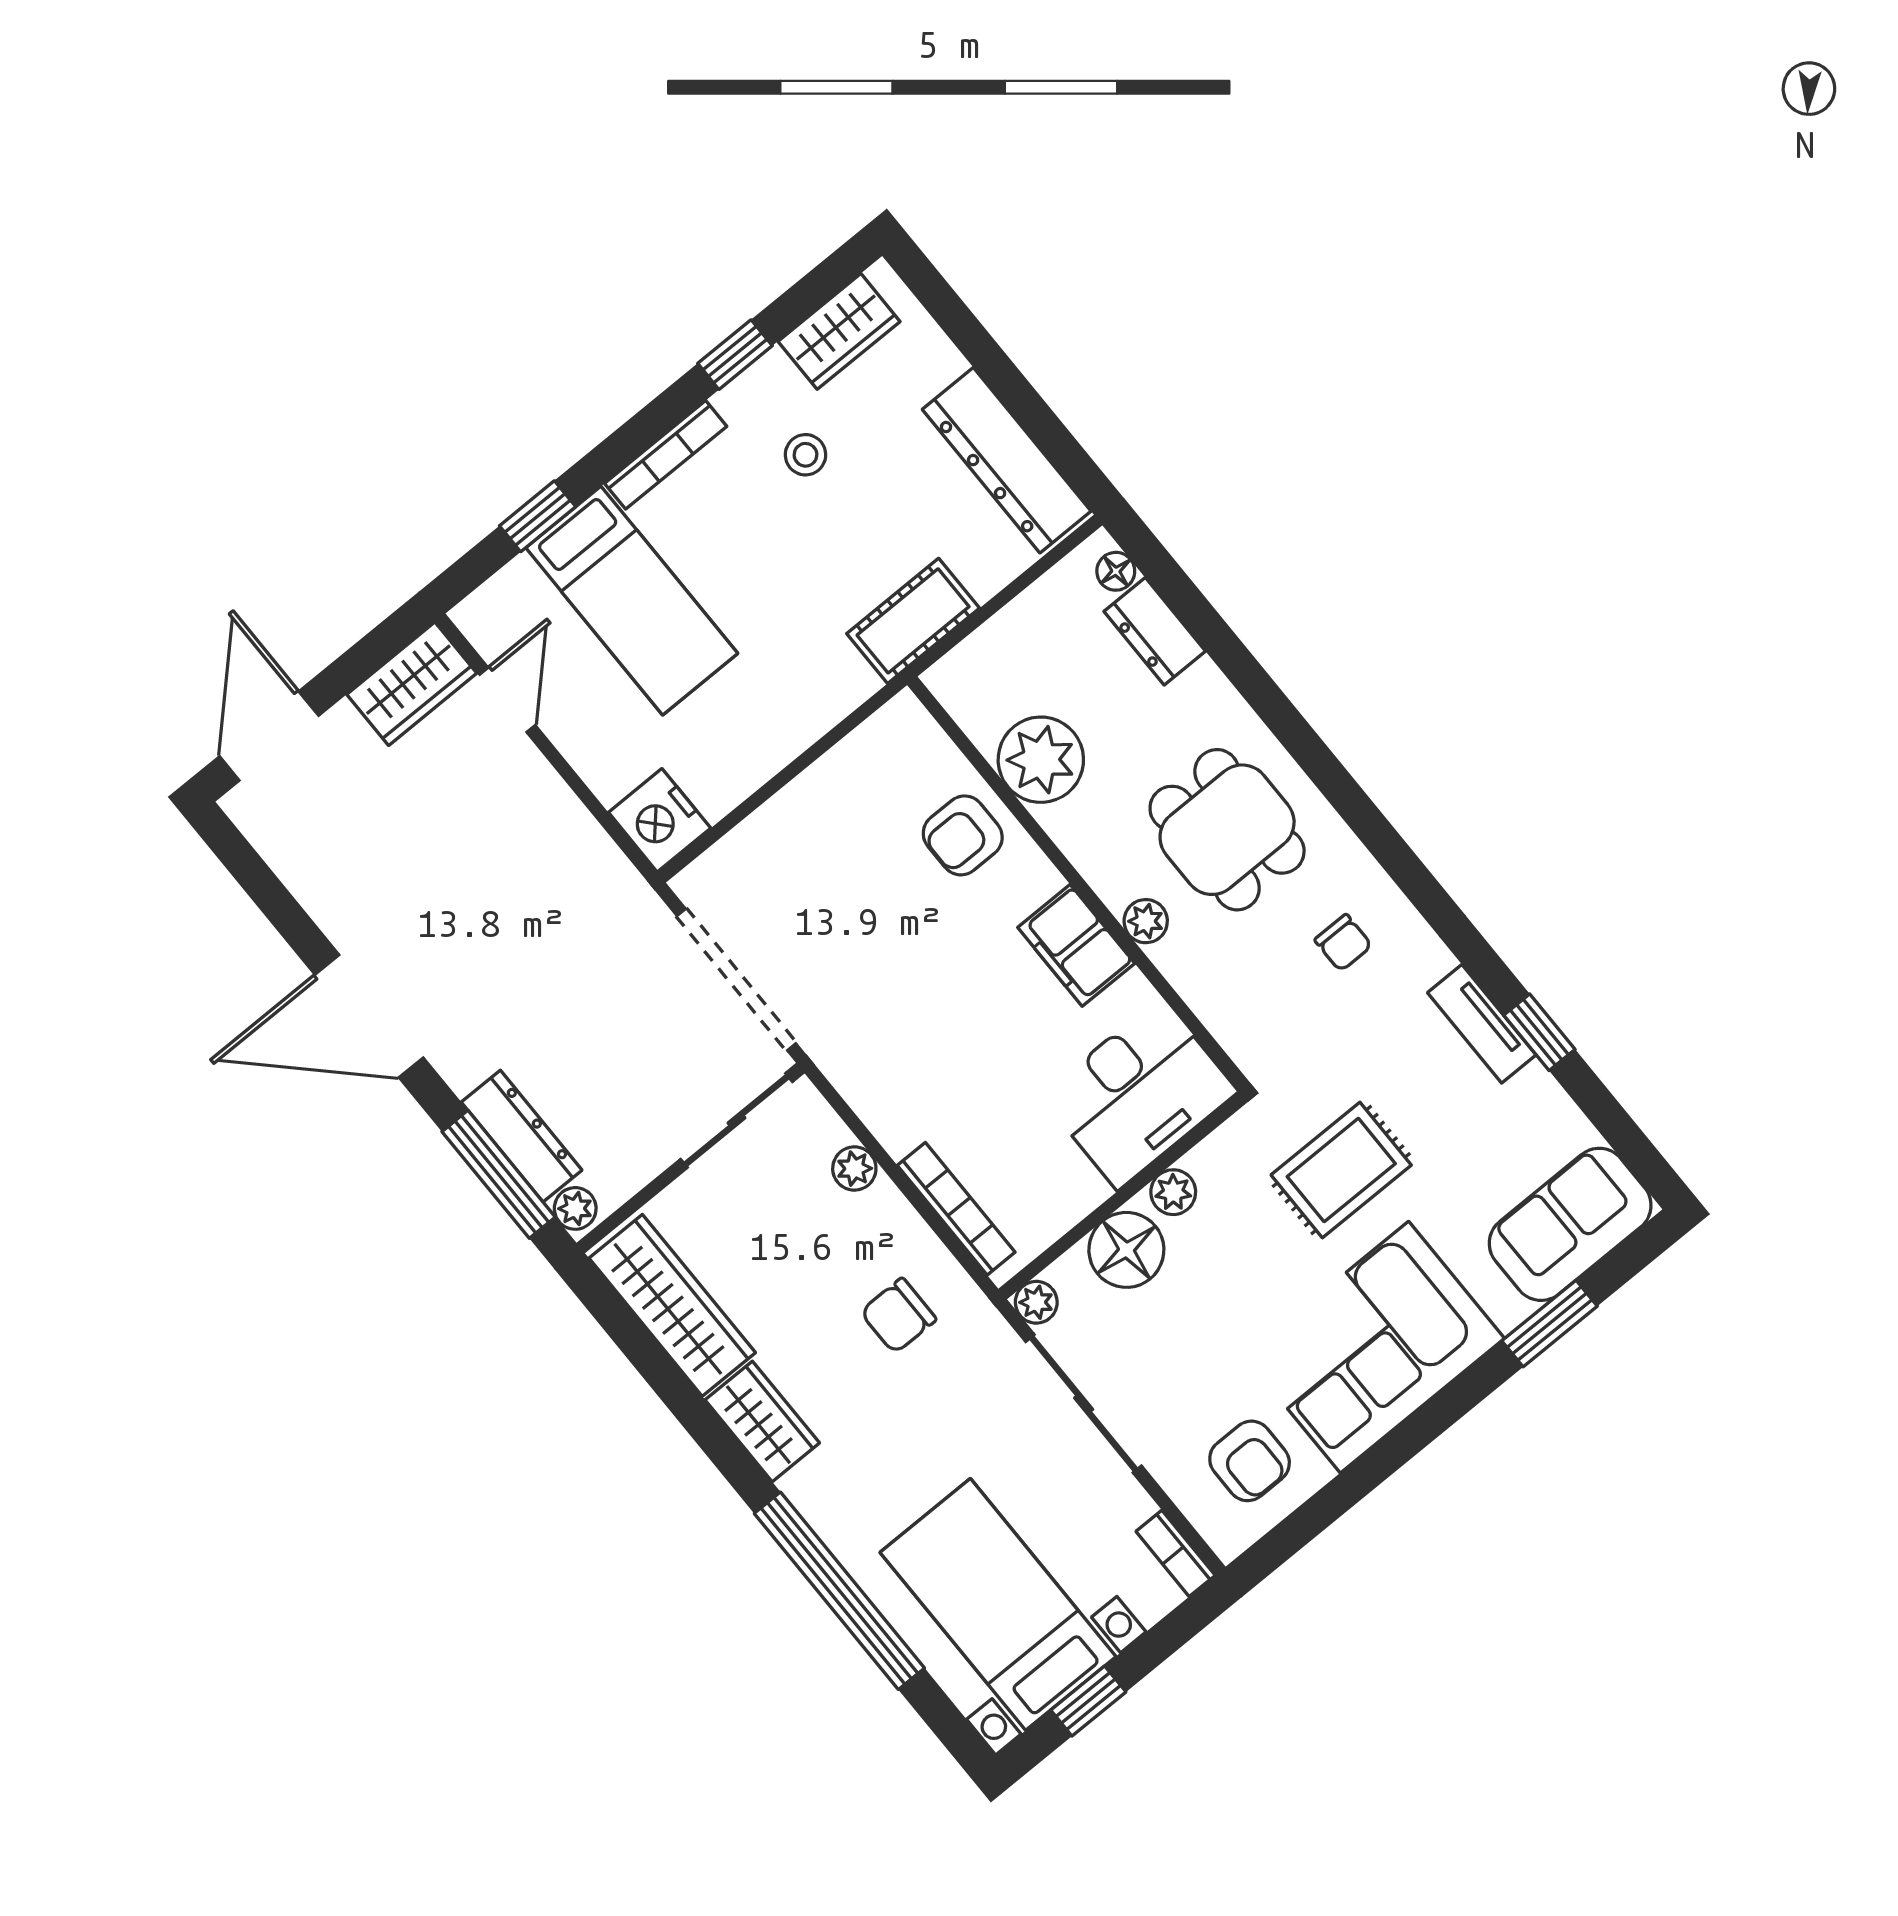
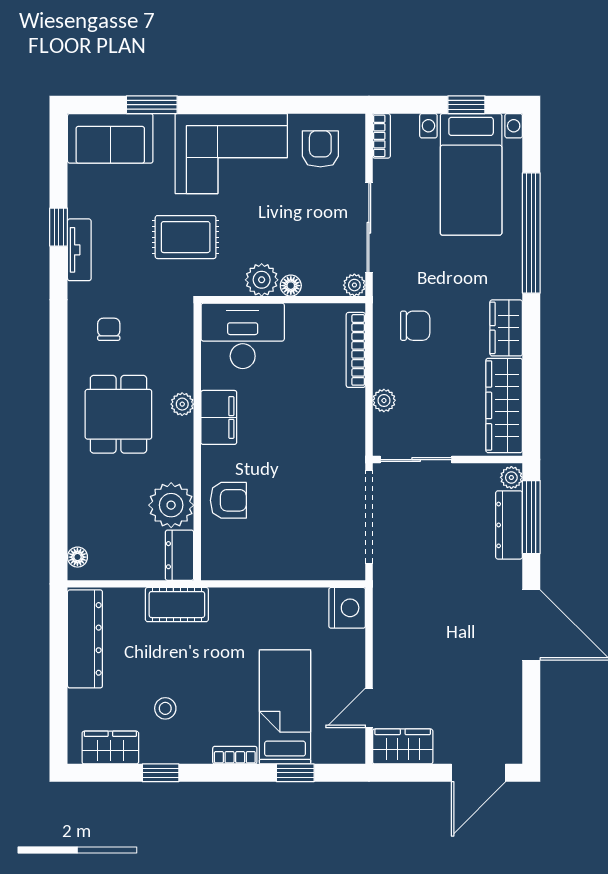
bookcase: (666, 455) -> (235, 755), width x0.64
dresser: (1155, 631) -> (179, 555), moved, turned 180
plant: (1173, 1192) -> (262, 280), width x1.38, depth x1.38
floor lamp: (1126, 1250) -> (291, 286), width x0.53, depth x0.53

